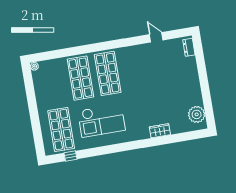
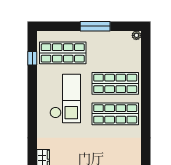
window: (32, 105) -> (95, 26), added
checkout: (101, 120) -> (65, 98), turned 180

